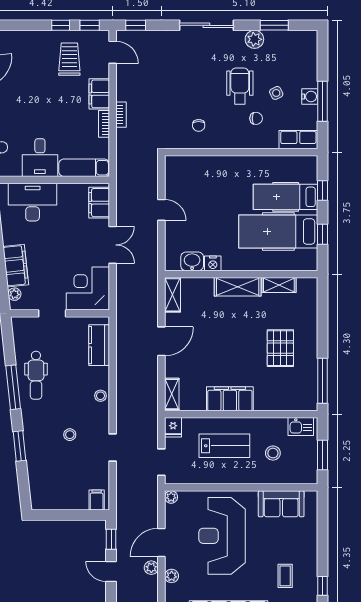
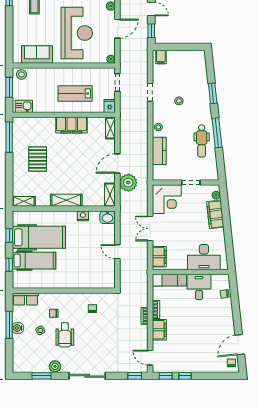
trolley: (69, 59) -> (179, 353), removed
washbasin: (192, 261) -> (108, 217), moved
shelving: (279, 285) -> (24, 201), moved
kitchen counter: (99, 345) -> (159, 151), moved
dental chair: (36, 375) -> (202, 141), turned 180
stool: (273, 453) -> (21, 74), moved
plant: (151, 568) -> (128, 183), moved, width x1.87, depth x1.87

